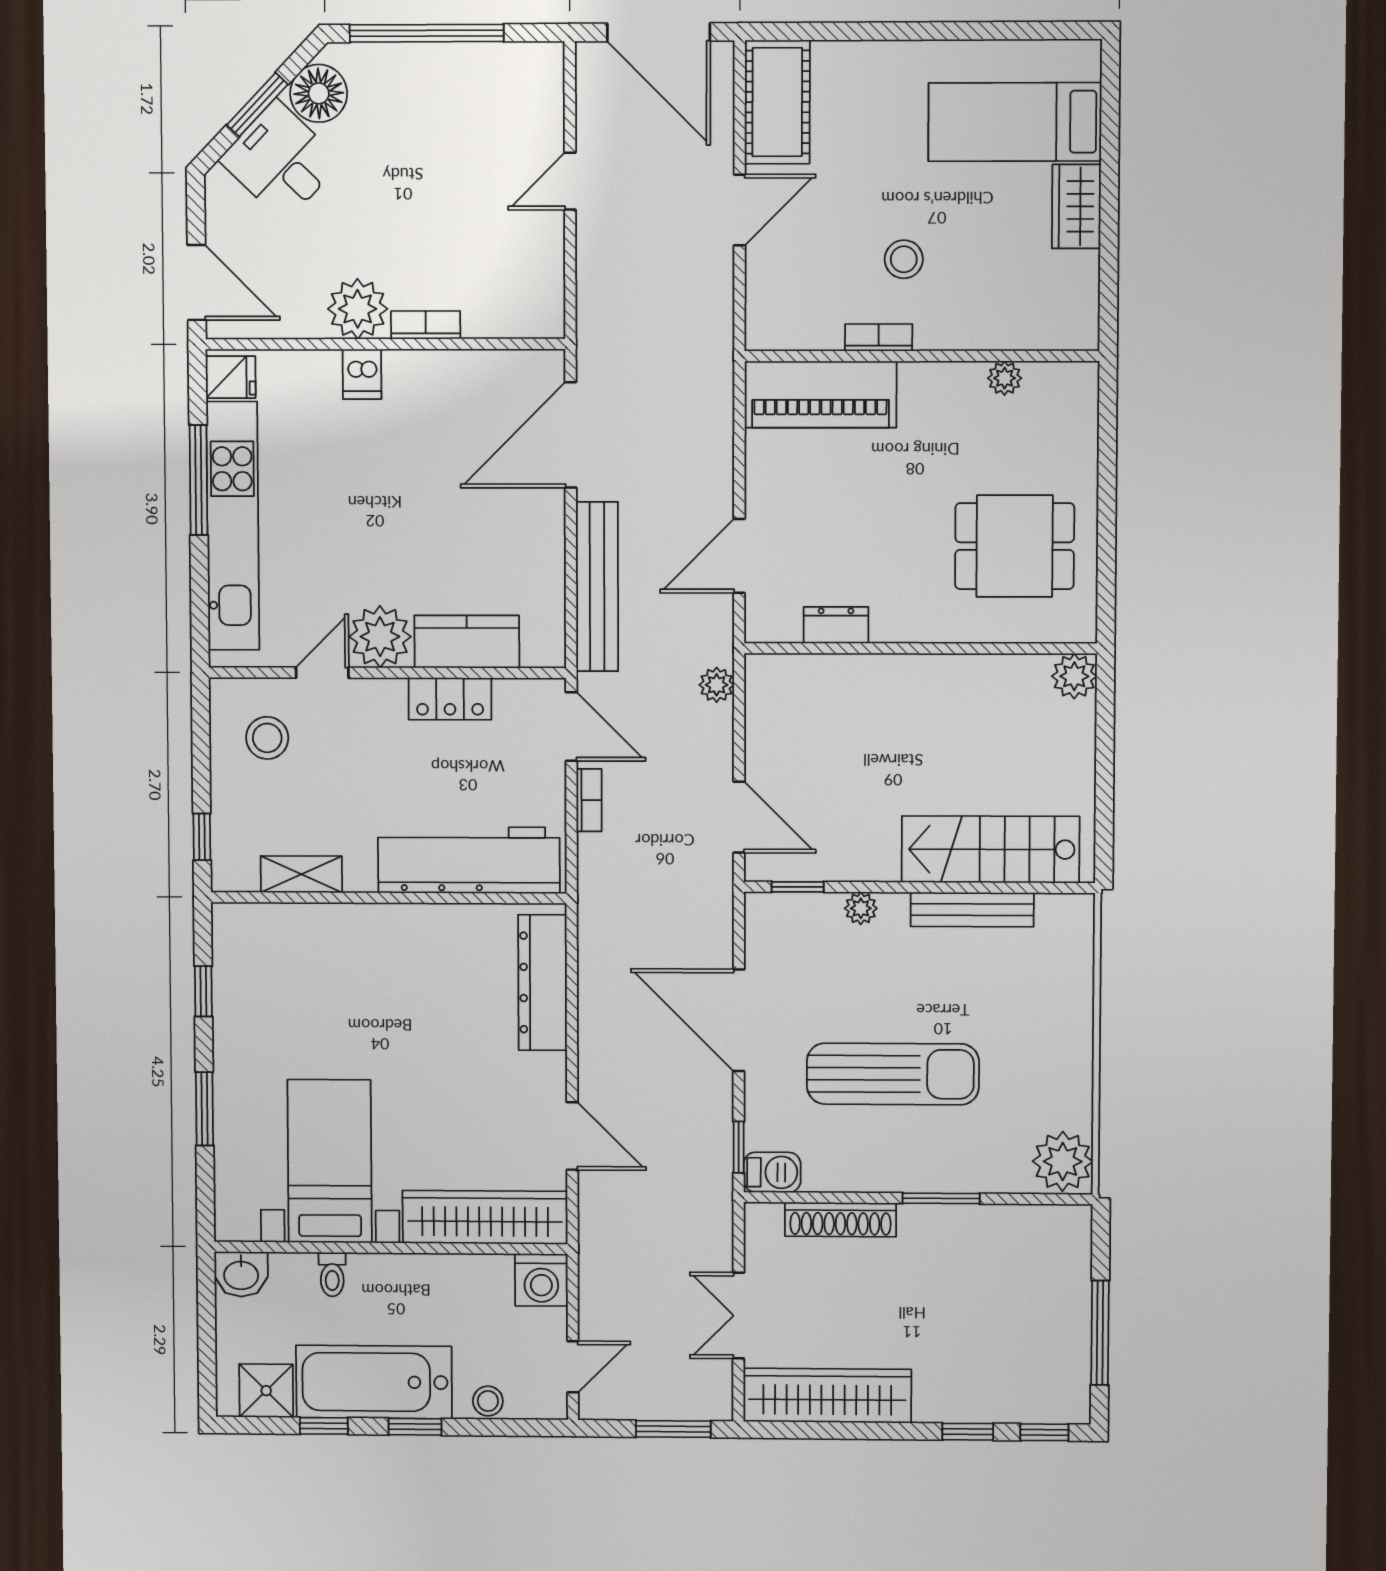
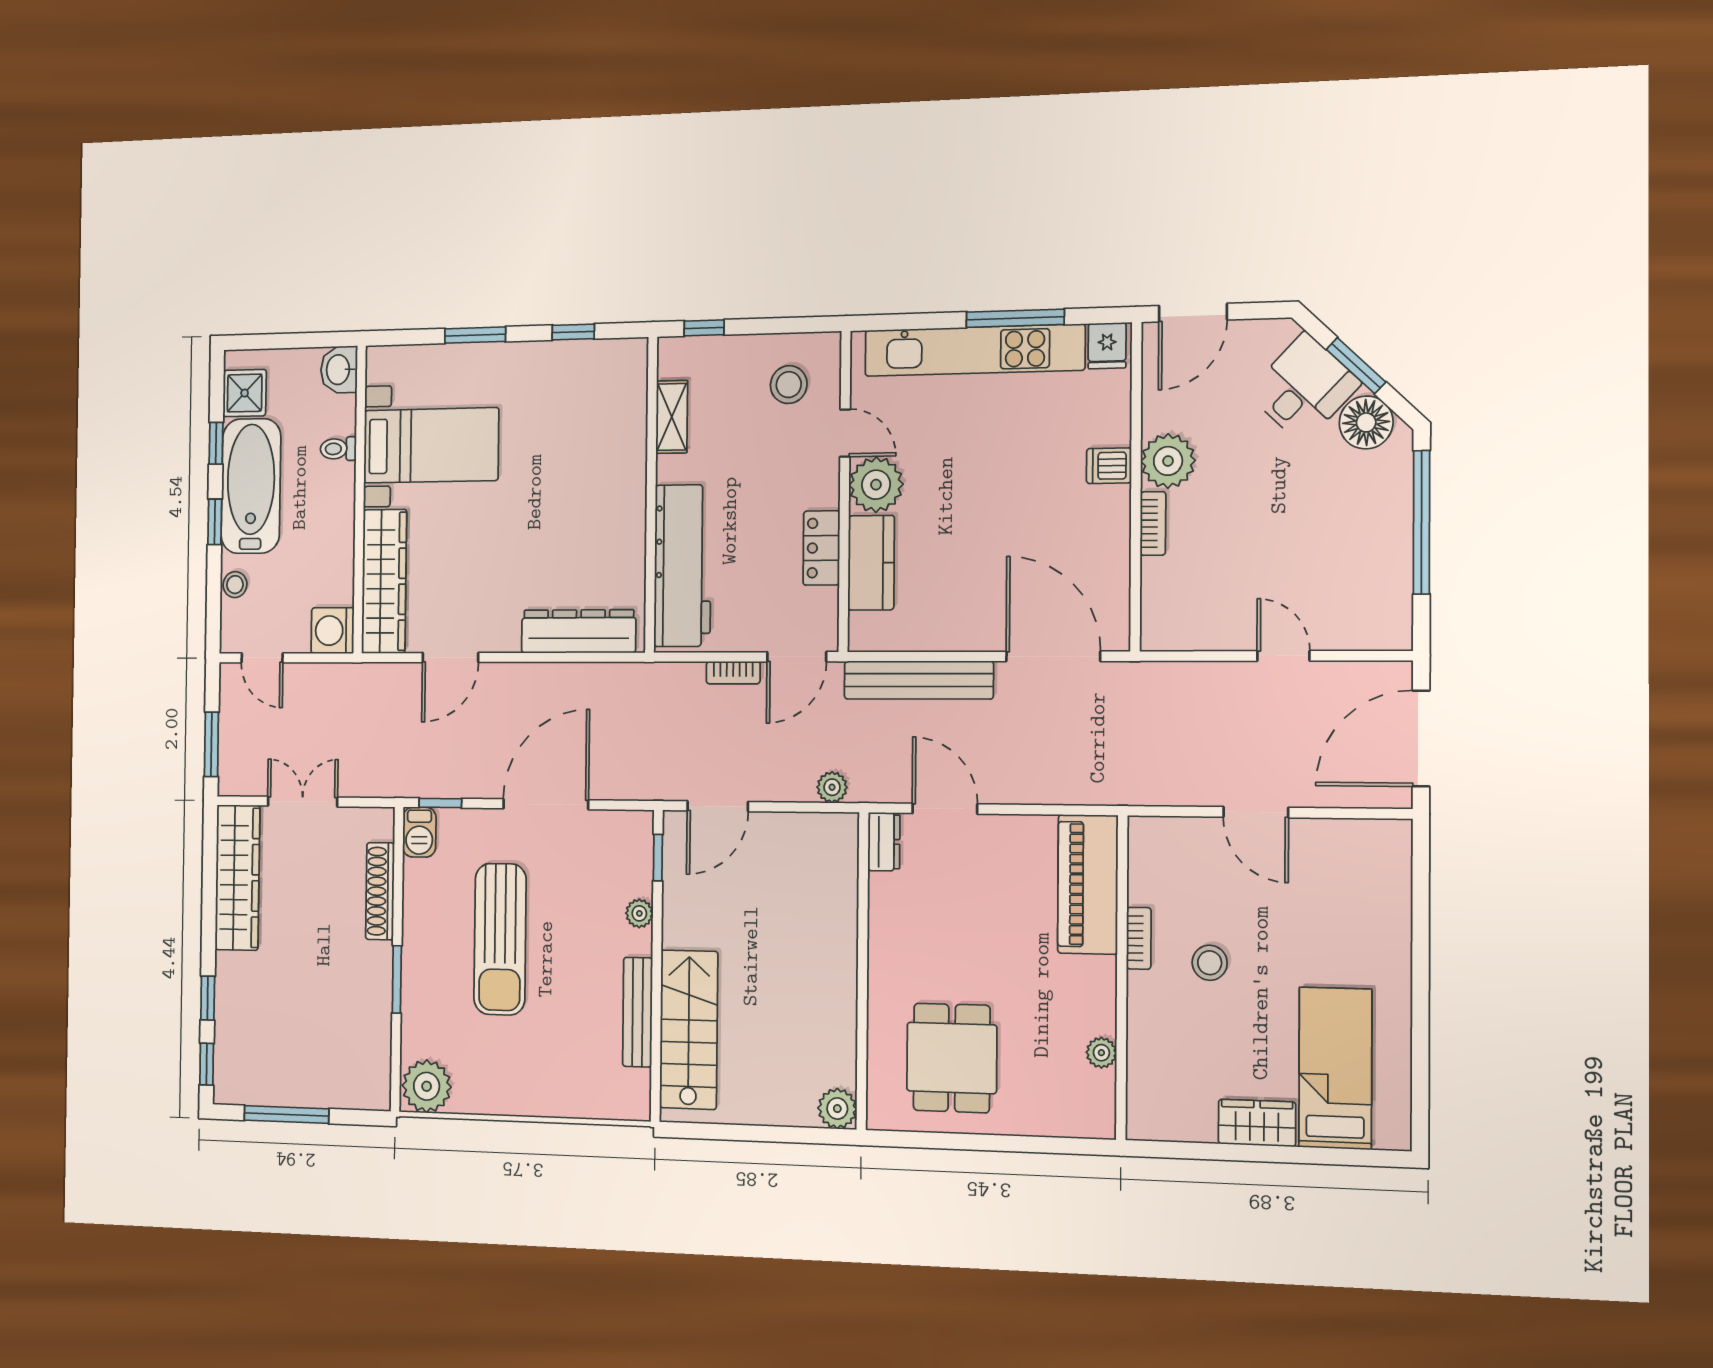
cot: (777, 102) -> (1355, 848), removed
dresser: (836, 625) -> (884, 842), moved

